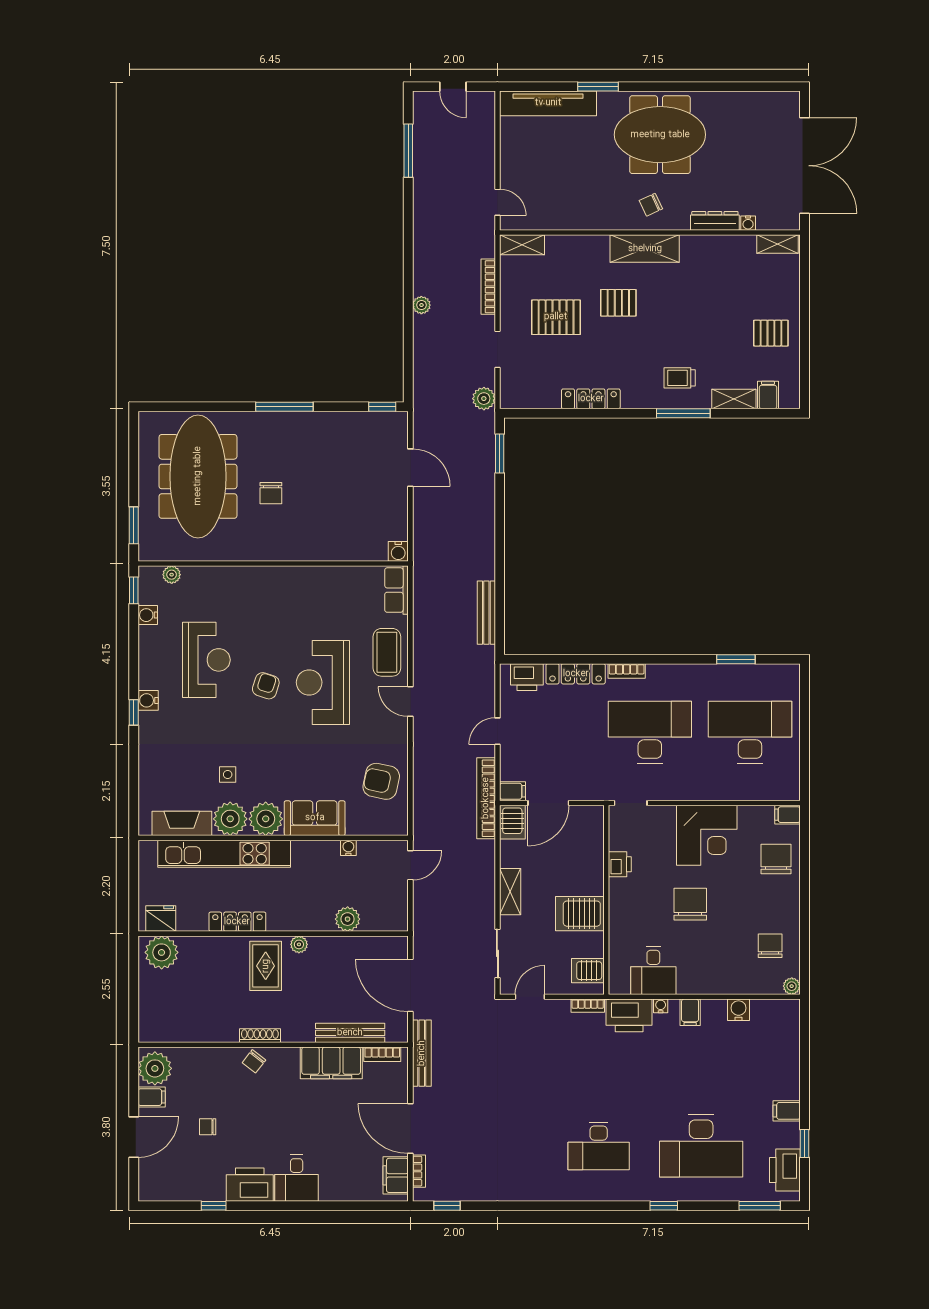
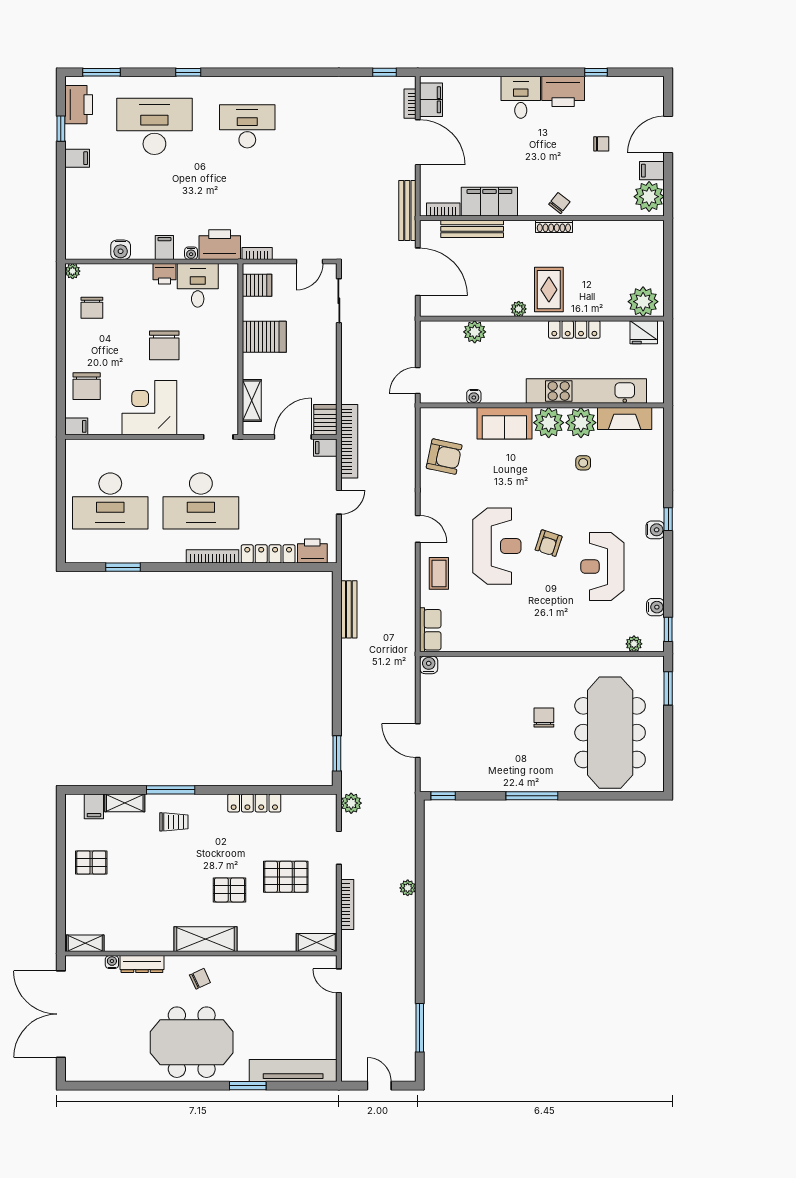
coffee table: (387, 652) -> (439, 573), width x0.73, depth x0.77
bookcase: (627, 671) -> (213, 556), width x1.56
printer: (620, 864) -> (164, 274), moved, turned -90
shelving: (510, 892) -> (252, 400), moved

